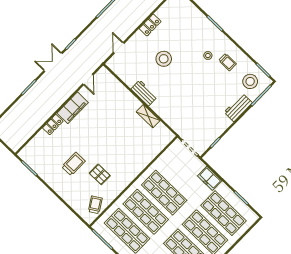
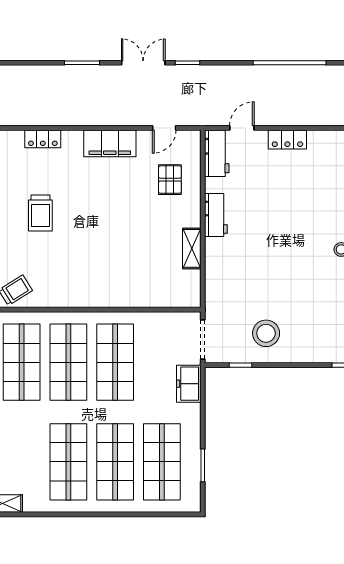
locker: (150, 25) -> (287, 139), moved
stool: (164, 59) -> (266, 333), moved
workbench: (238, 107) -> (217, 153), moved, turned 90
locker: (53, 125) -> (43, 139), moved
trolley: (74, 164) -> (40, 213), turned 90
pallet: (100, 174) -> (170, 180), moved
freezer: (210, 178) -> (189, 384), moved

